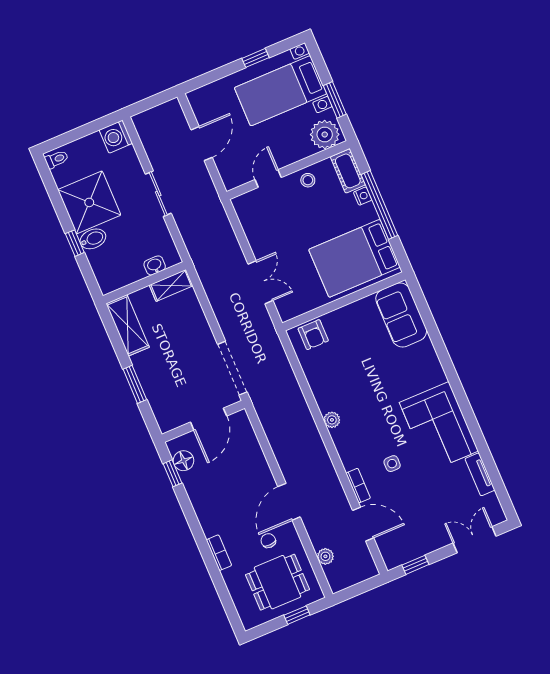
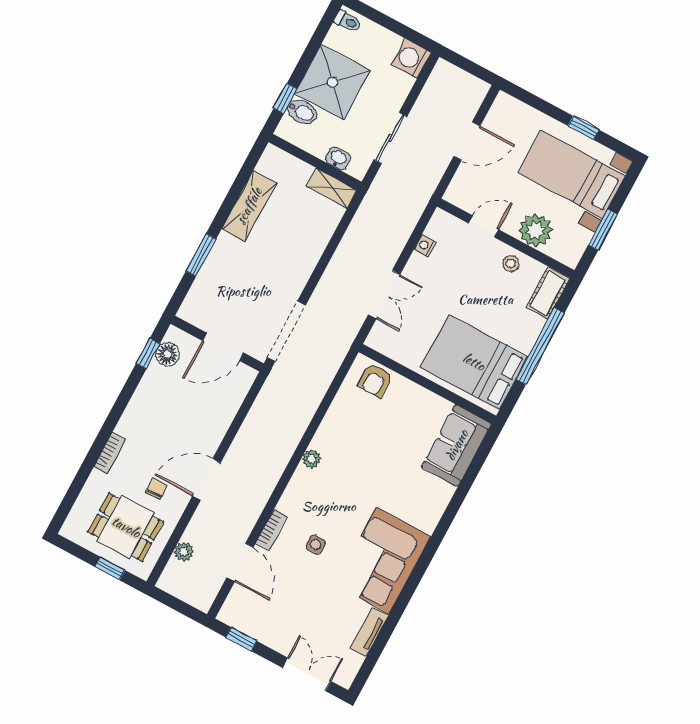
plant: (325, 135) -> (536, 230), moved
nightstand: (363, 196) -> (425, 246), moved, turned 180
washbasin: (155, 265) -> (338, 159), moved
wall: (144, 283) -> (315, 162), moved
shelving: (171, 285) -> (332, 188), moved

